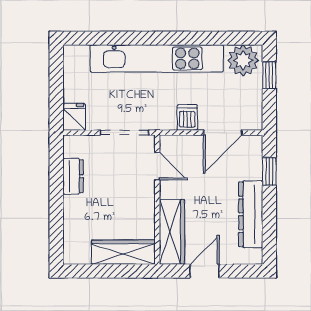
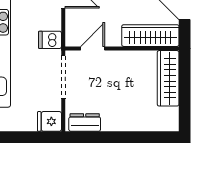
dishwasher: (187, 117) -> (50, 40), moved
dresser: (73, 176) -> (85, 122), moved

